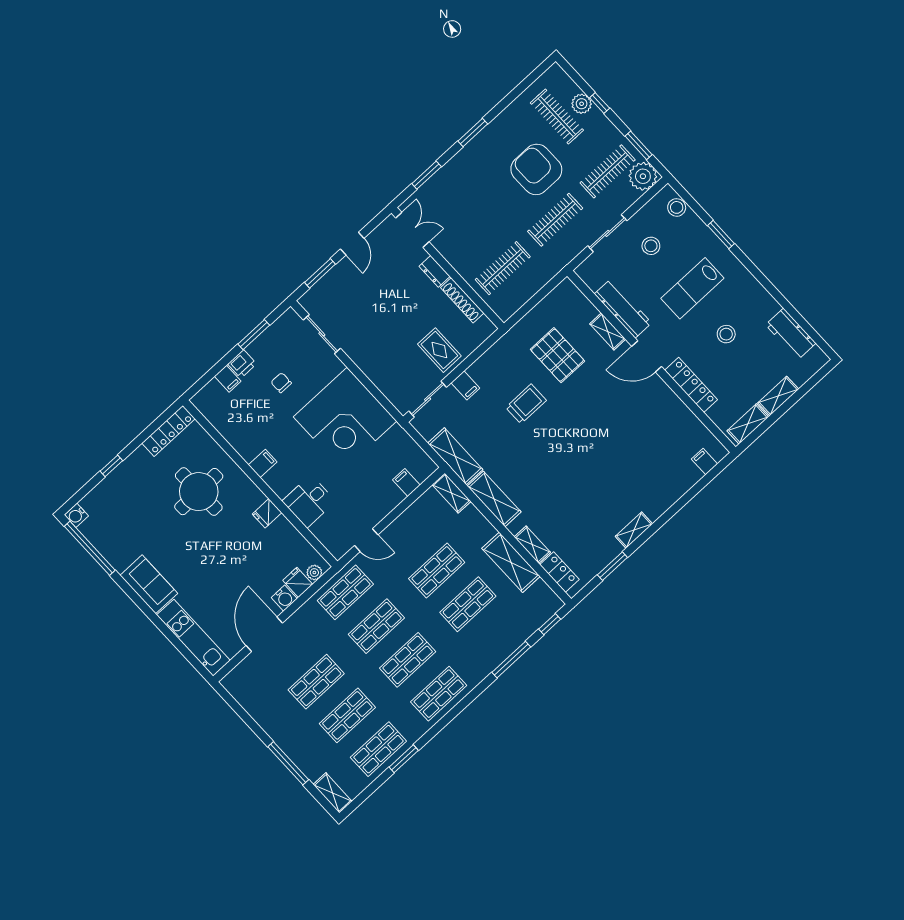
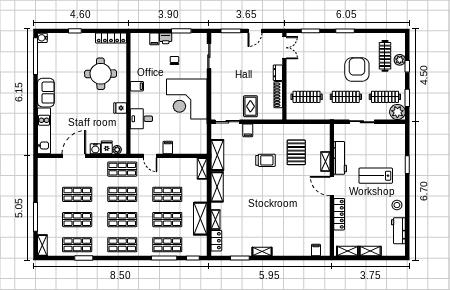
stool: (677, 207) -> (399, 137), removed
stool: (651, 246) -> (375, 143), removed
stool: (726, 334) -> (397, 205), moved
filing cabinet: (406, 483) -> (168, 147), moved
shop shelf: (499, 638) -> (167, 245), added

